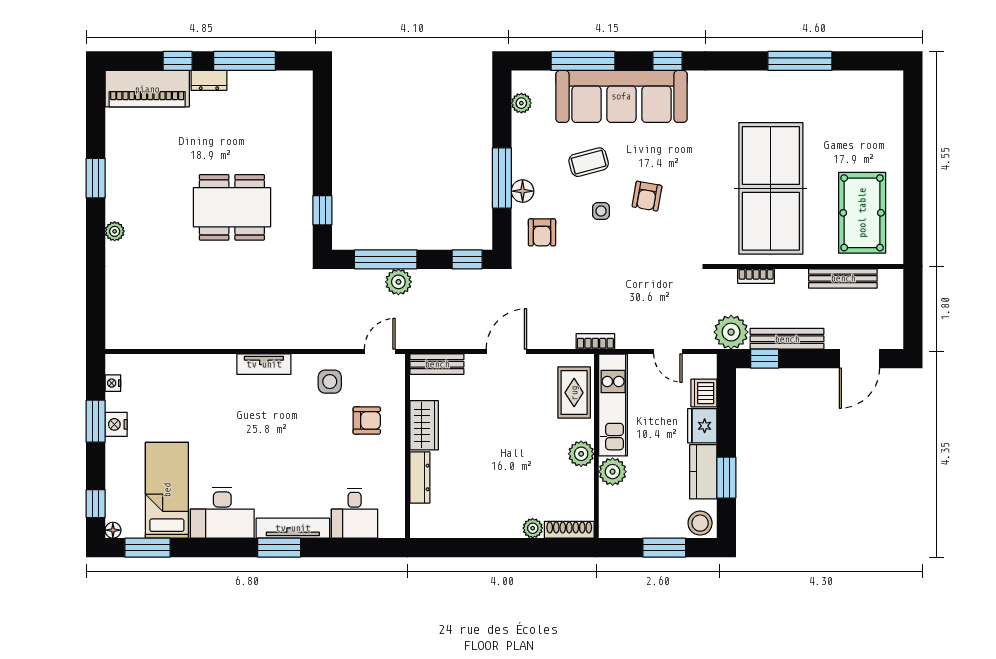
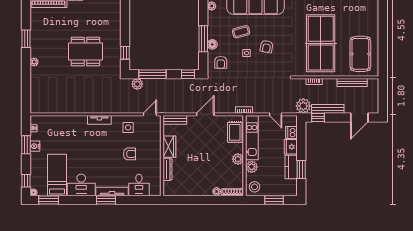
plant: (398, 282) -> (137, 84), moved
armchair: (367, 420) -> (130, 154), moved
stool: (700, 523) -> (255, 187), moved

